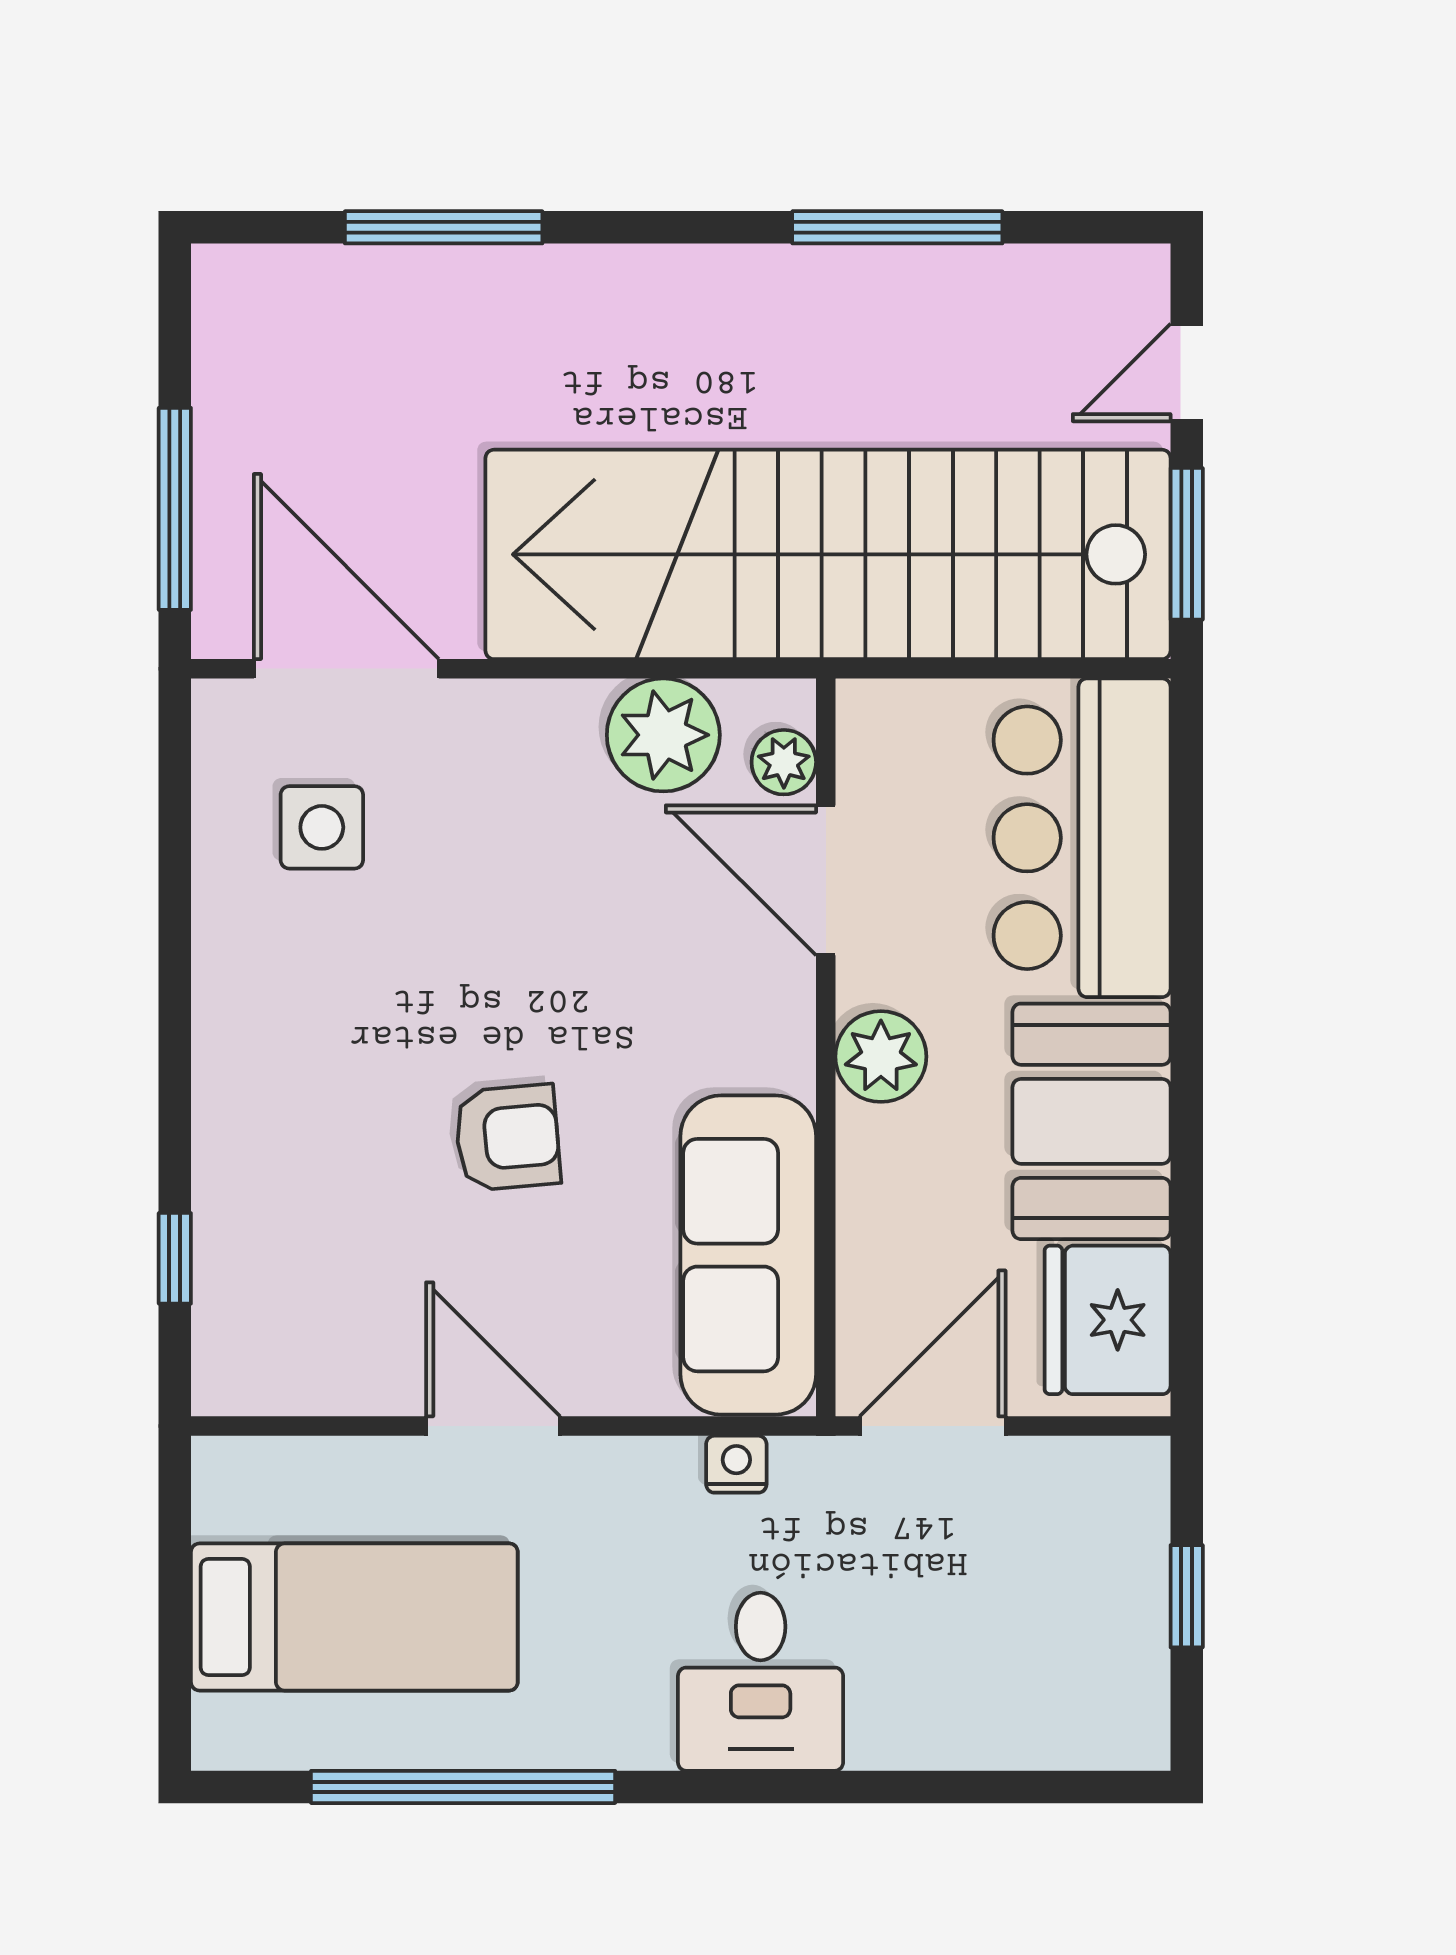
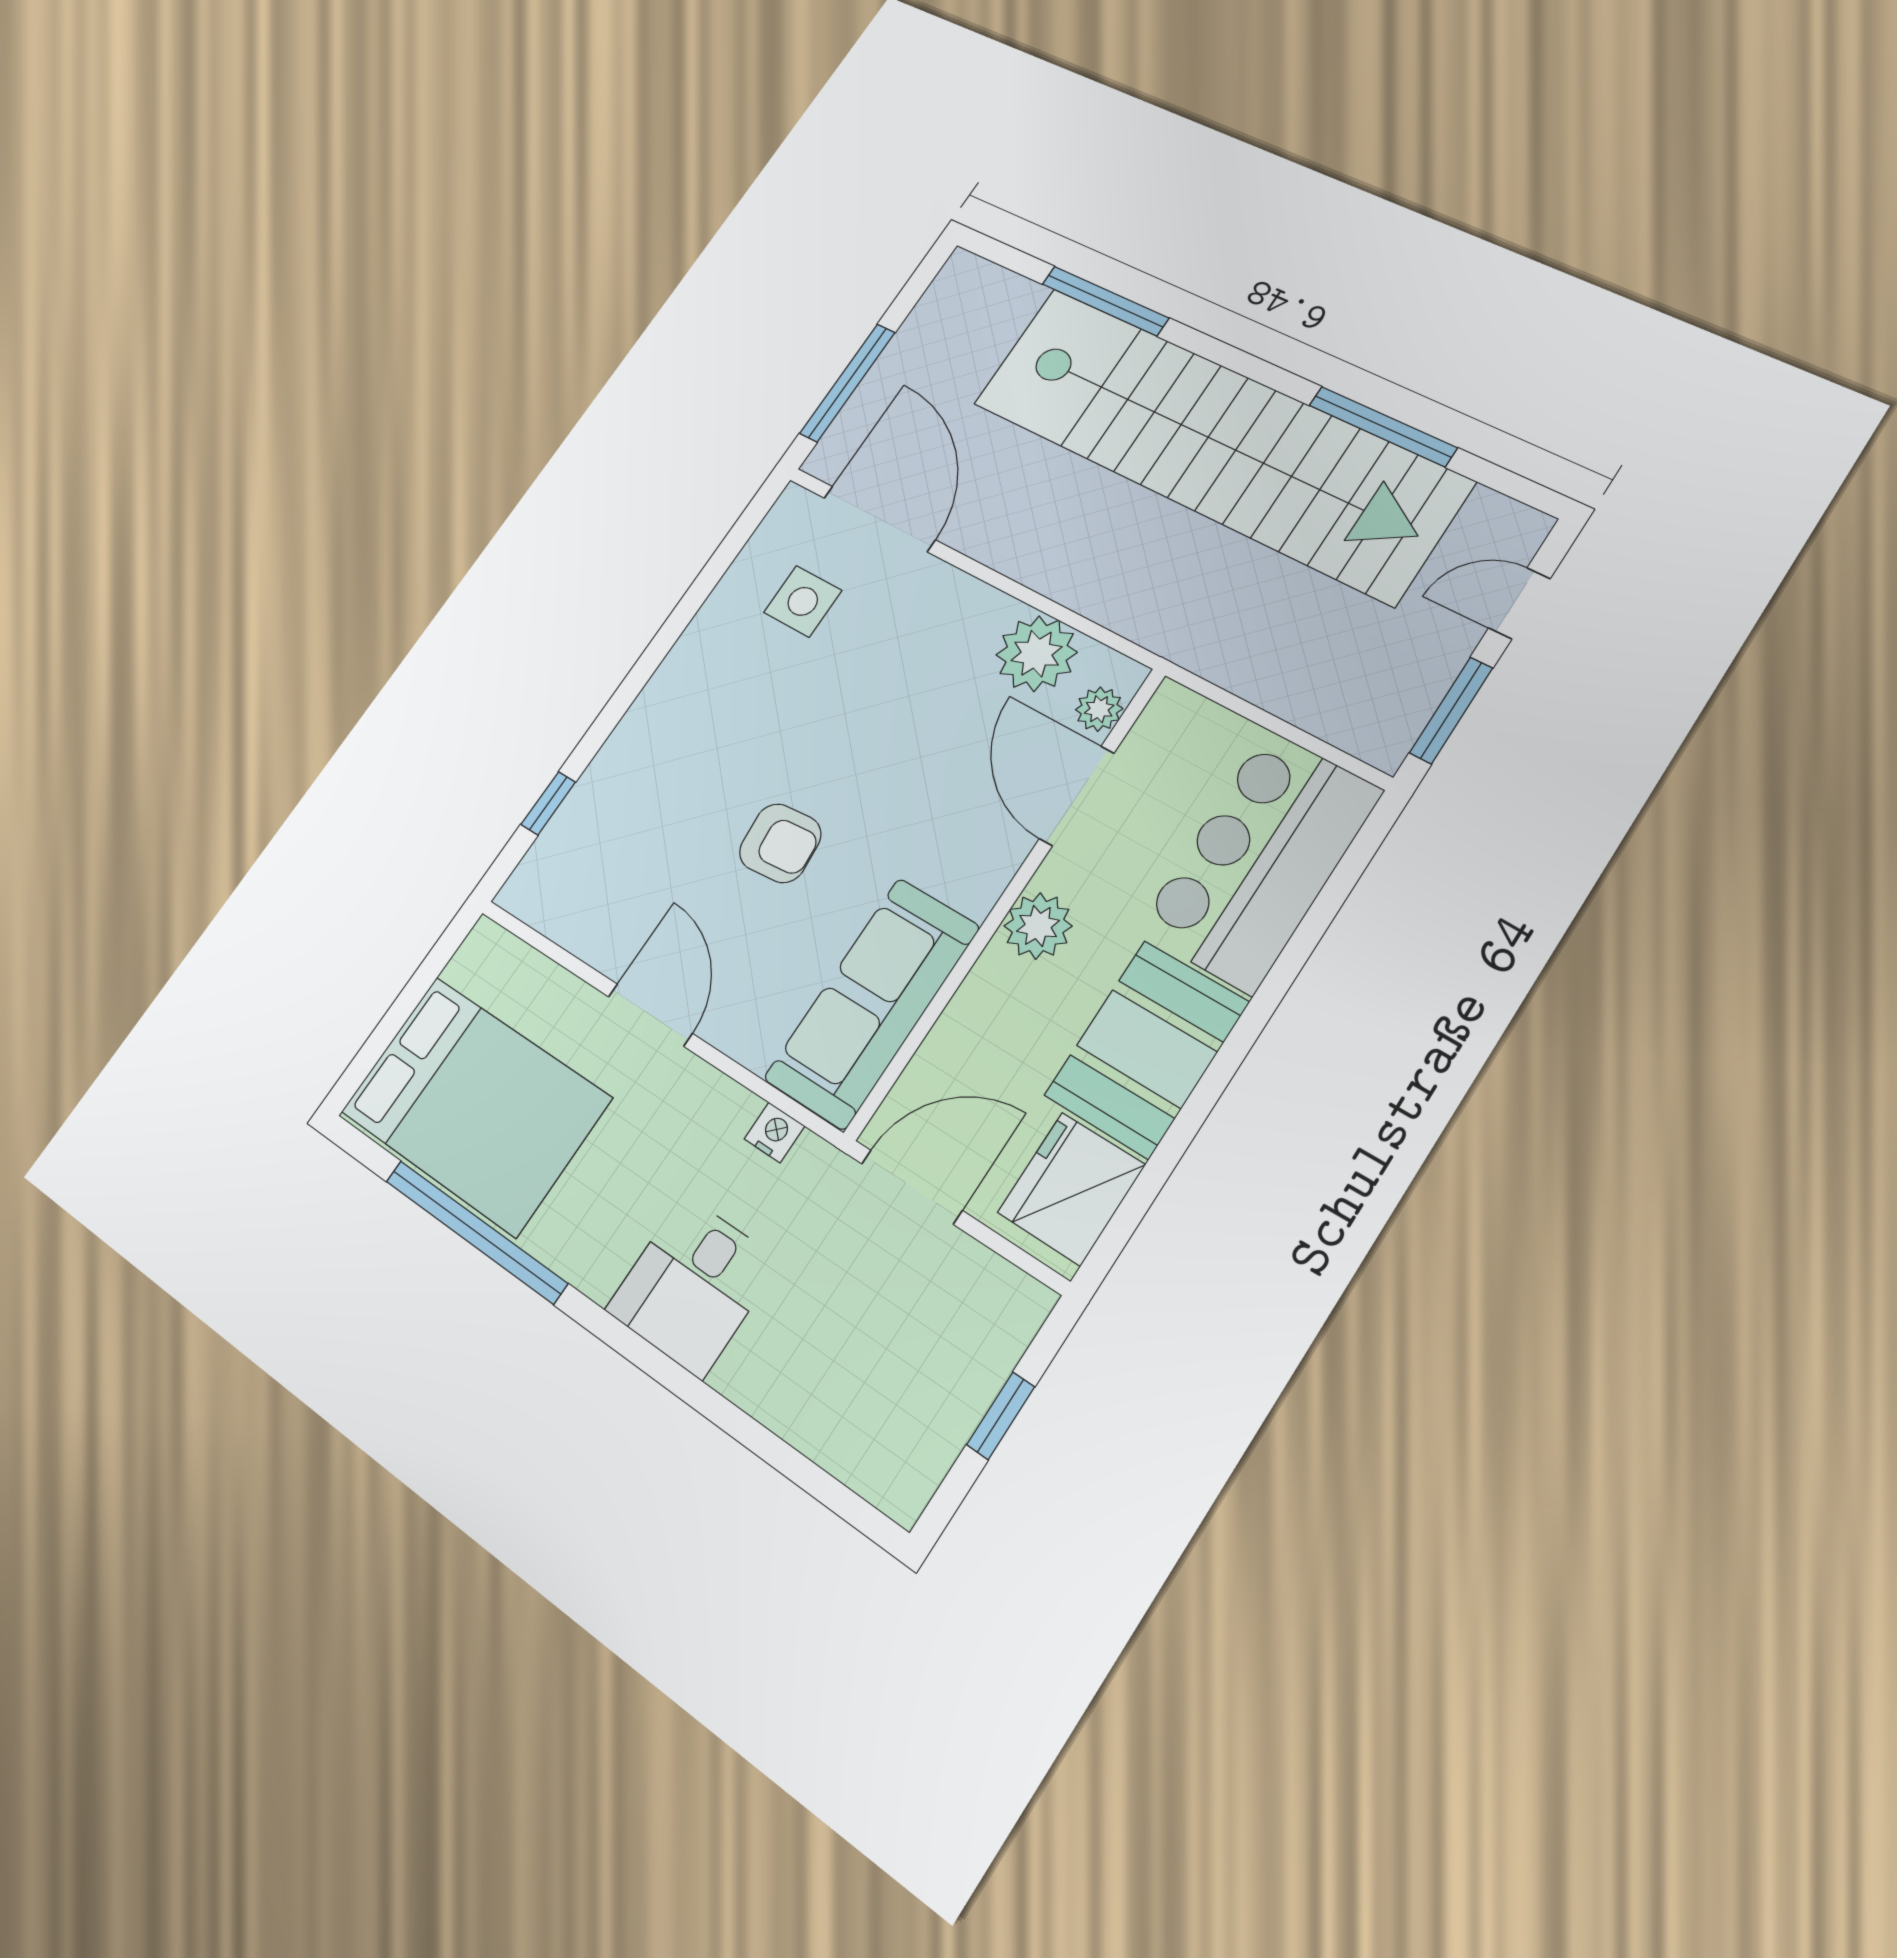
stairs: (828, 554) -> (1217, 441), moved, turned 180
bed: (354, 1617) -> (475, 1105), width x1.50

